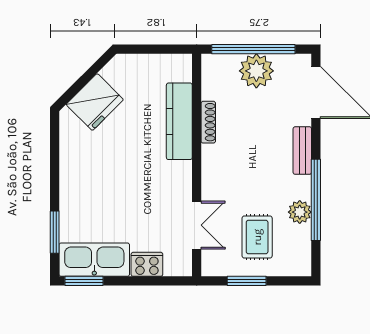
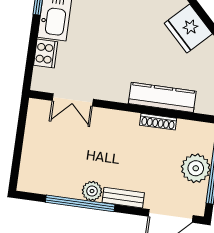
plant: (300, 212) -> (92, 191), moved
rug: (257, 237) -> (56, 149), removed
window: (247, 281) -> (20, 135), removed

